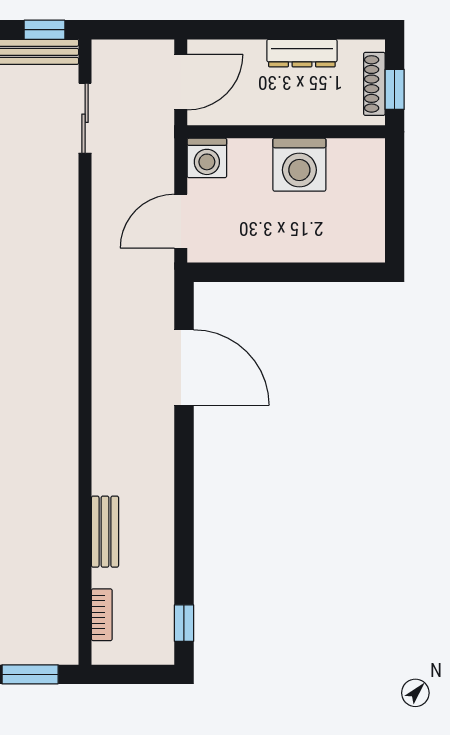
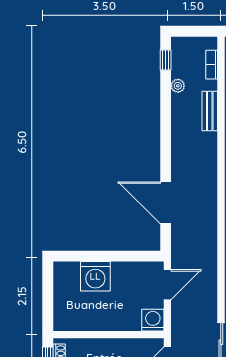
washing machine: (299, 165) -> (95, 276), moved, turned 180
plant: (162, 577) -> (178, 86), added

